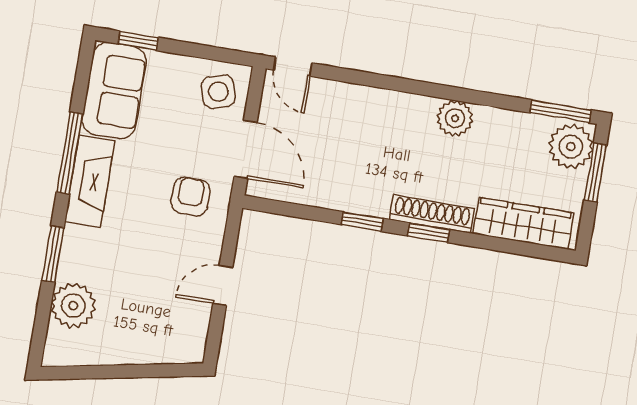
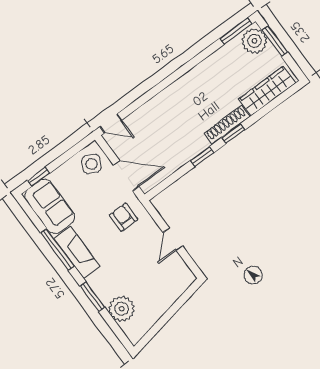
side table: (218, 92) -> (91, 164), turned 45
plant: (455, 118) -> (197, 77), removed

